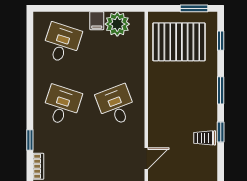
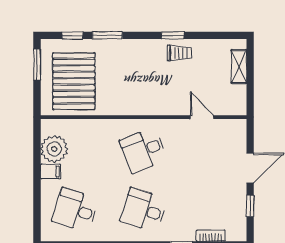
window: (221, 90) -> (107, 35), moved
trolley: (205, 138) -> (179, 53), turned -90

